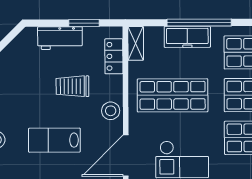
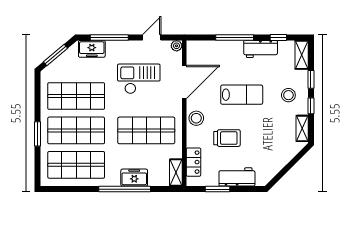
freezer: (187, 37) -> (134, 178), width x0.71

